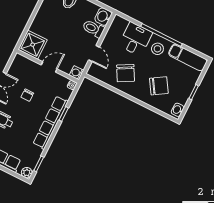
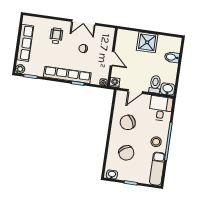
desk: (136, 39) -> (161, 108), moved, turned -90
shower: (33, 45) -> (147, 42), moved

